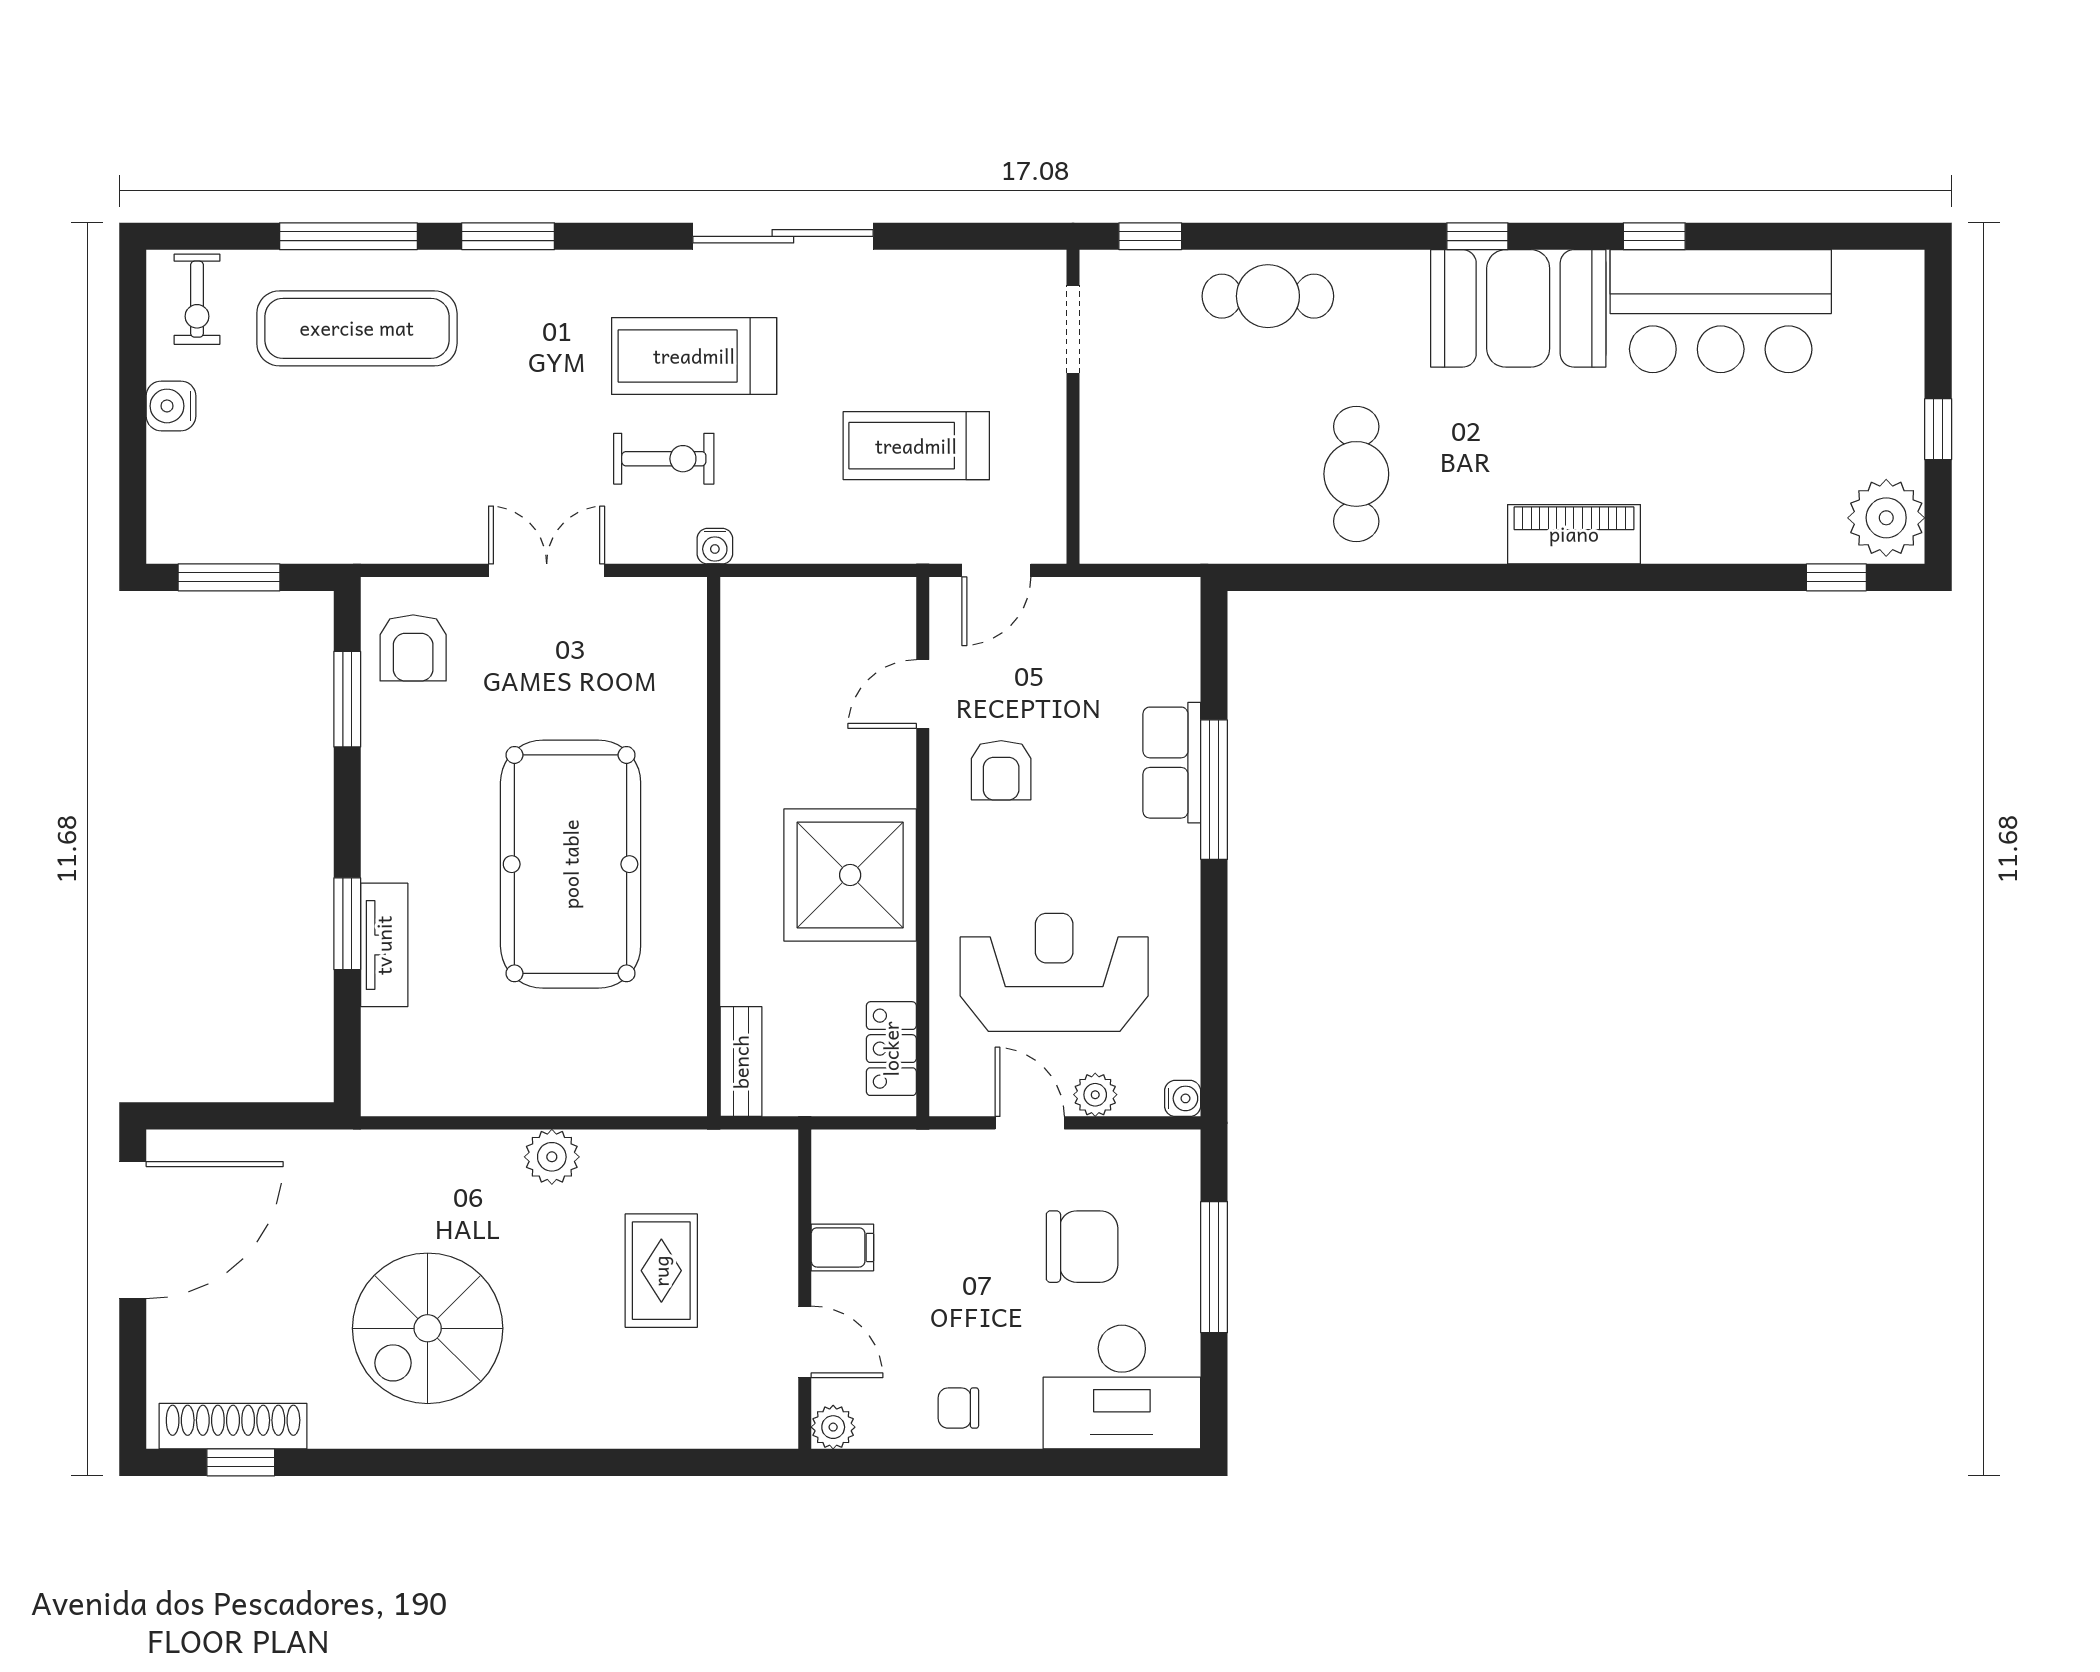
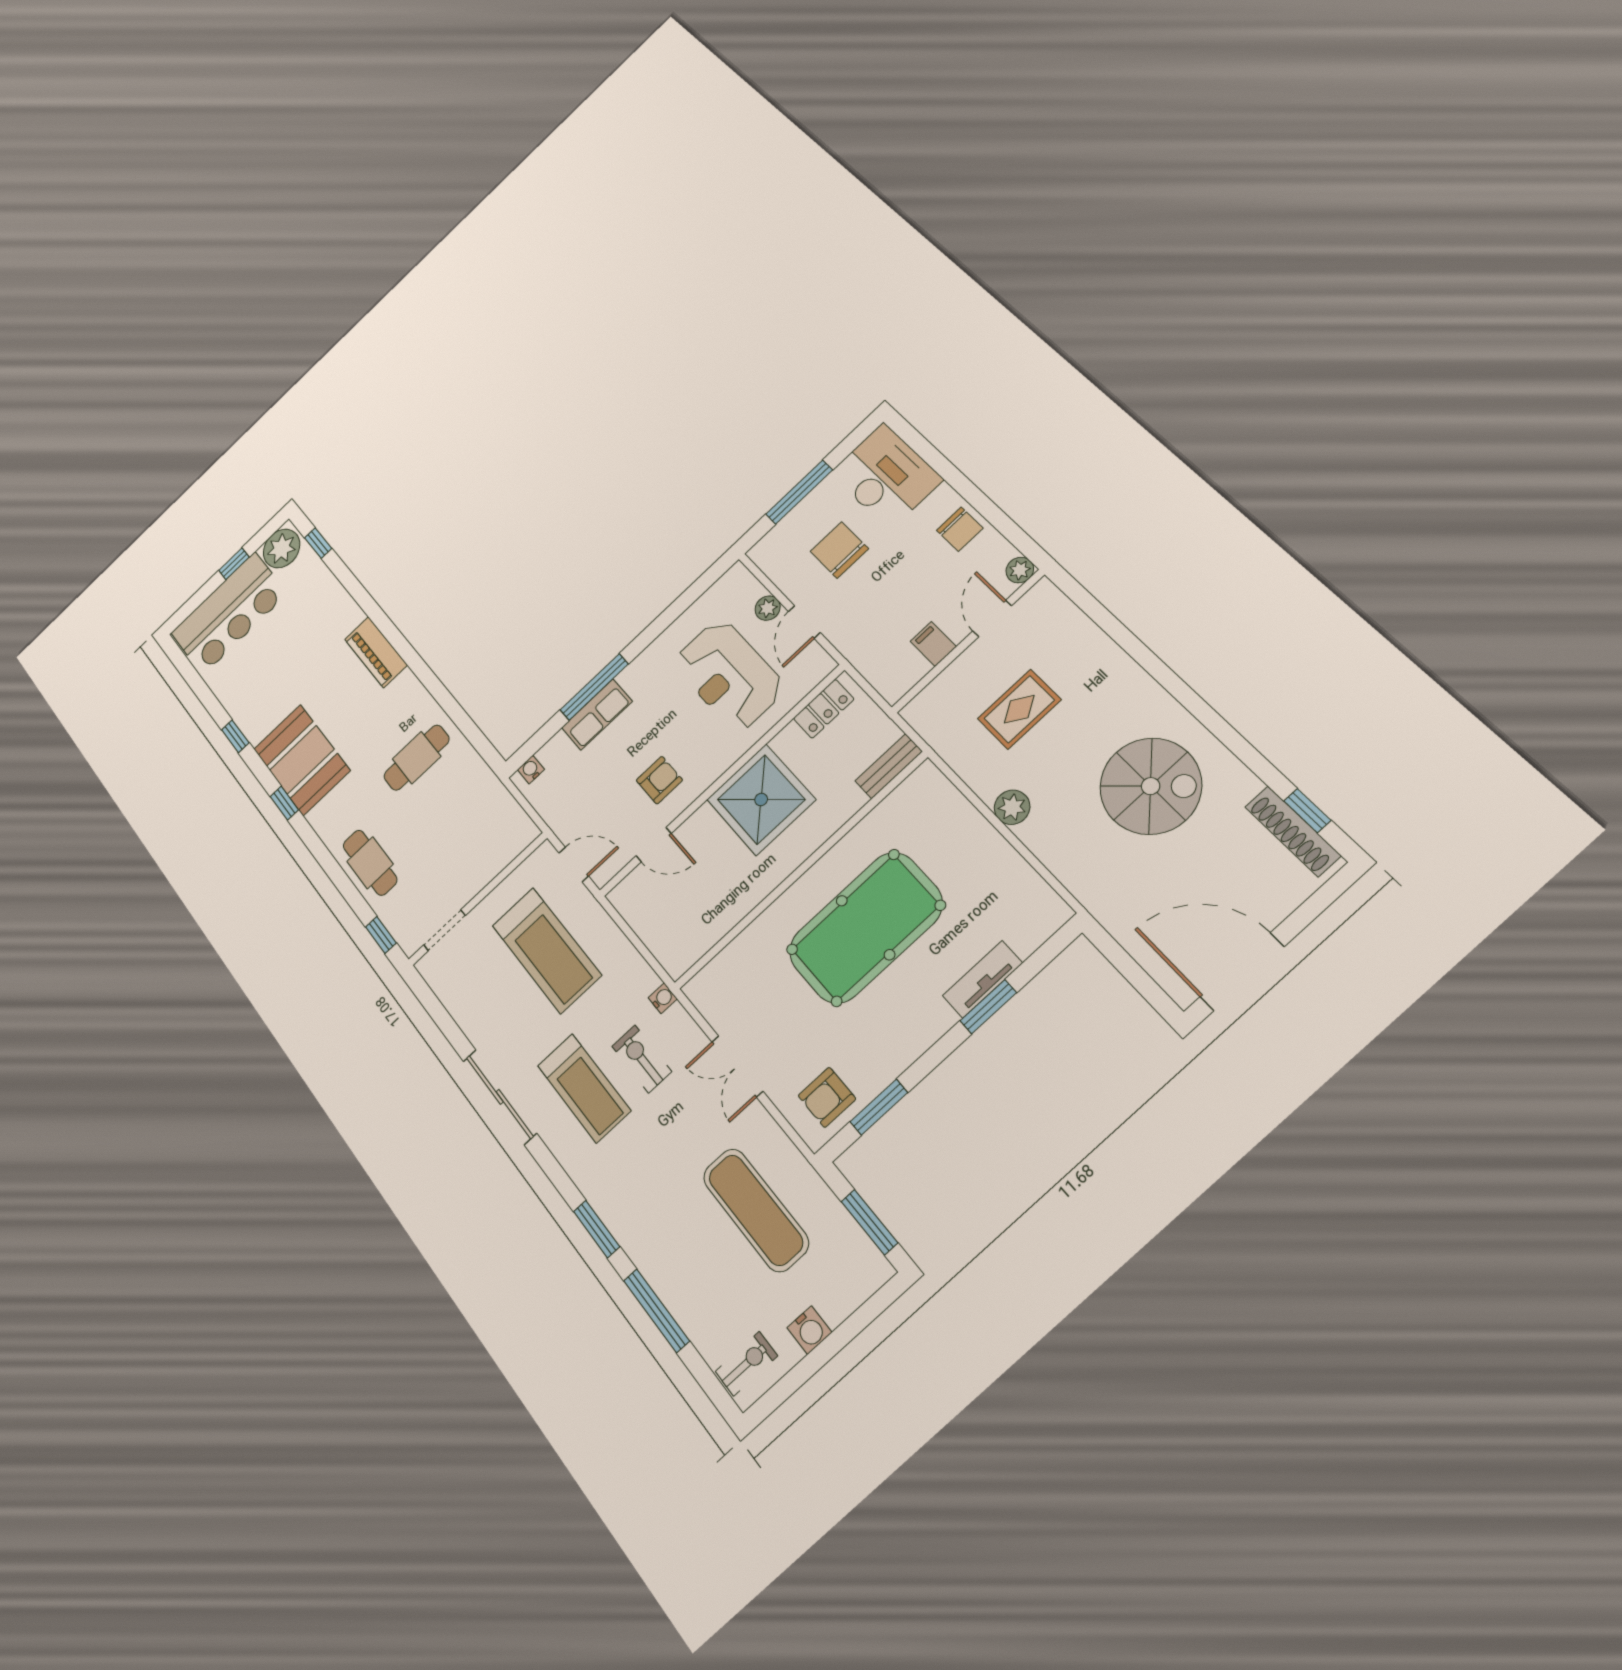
bar counter: (1721, 311) -> (229, 613), moved, turned 90
exercise mat: (357, 328) -> (756, 1210), moved
treadmill: (916, 446) -> (547, 950), width x1.37, depth x1.38
armchair: (413, 648) -> (827, 1097), turned 180
water cooler: (1183, 1098) -> (531, 770), moved
chair: (958, 1408) -> (960, 529), width x1.37, depth x1.37

